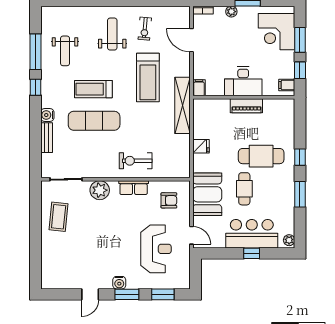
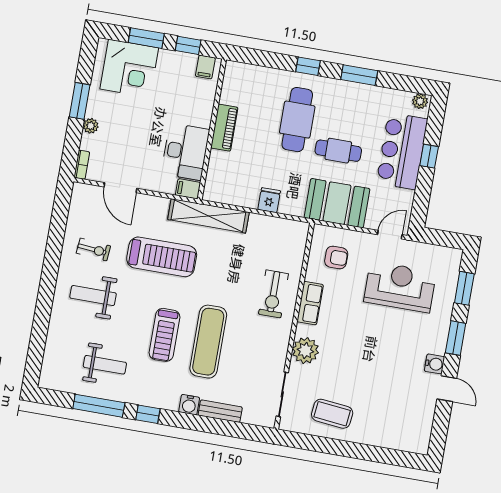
door: (192, 40) -> (120, 188), hinge flipped
desk: (243, 81) -> (185, 152), moved
armchair: (169, 200) -> (336, 257), turned 90
water cooler: (119, 283) -> (435, 364), moved

